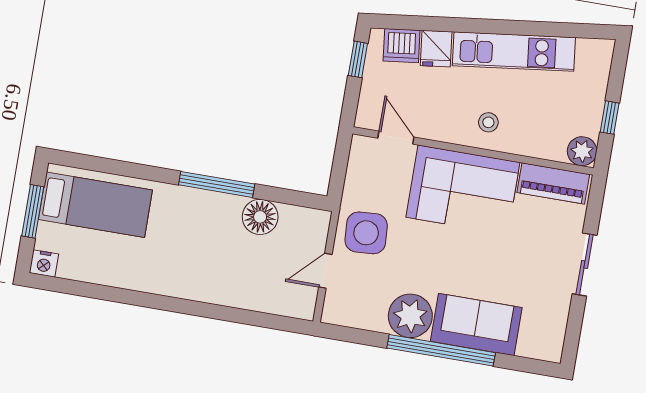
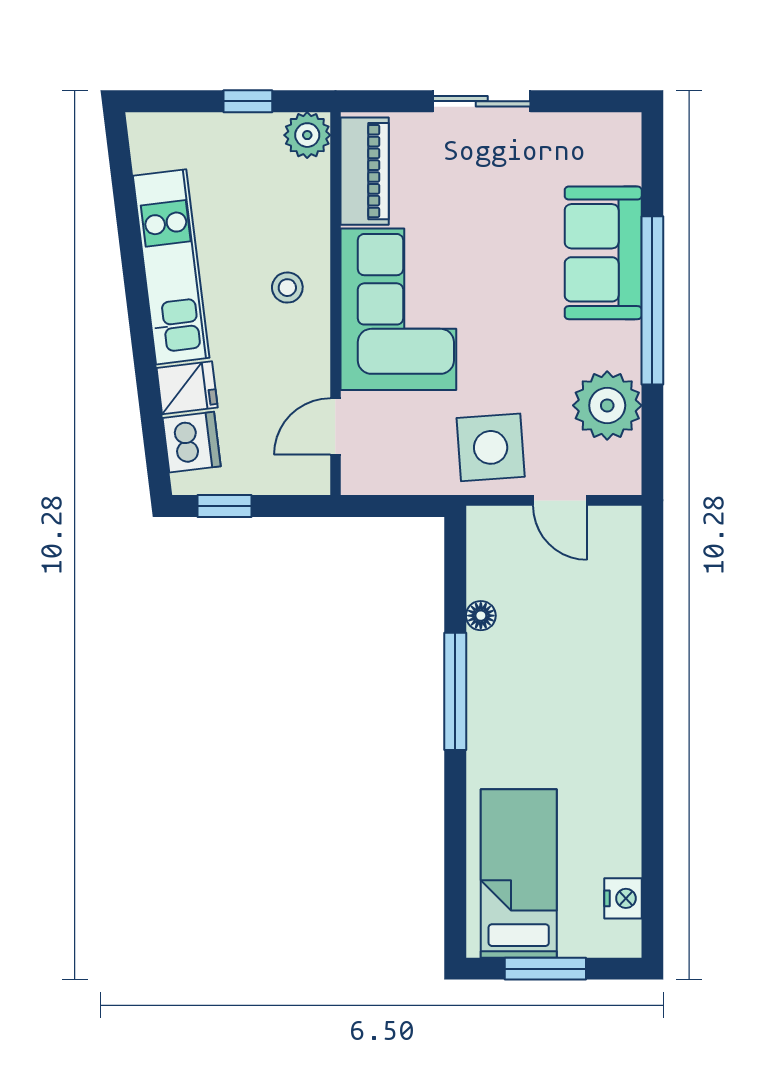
floor lamp: (260, 217) -> (481, 616), width x0.53, depth x0.53
nightstand: (44, 263) -> (623, 898), moved
plant: (410, 316) -> (607, 405), moved

